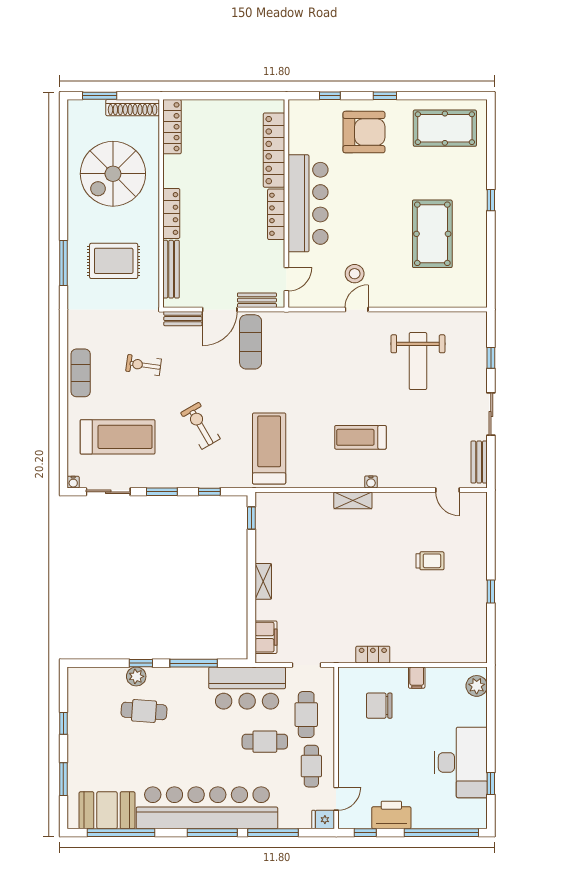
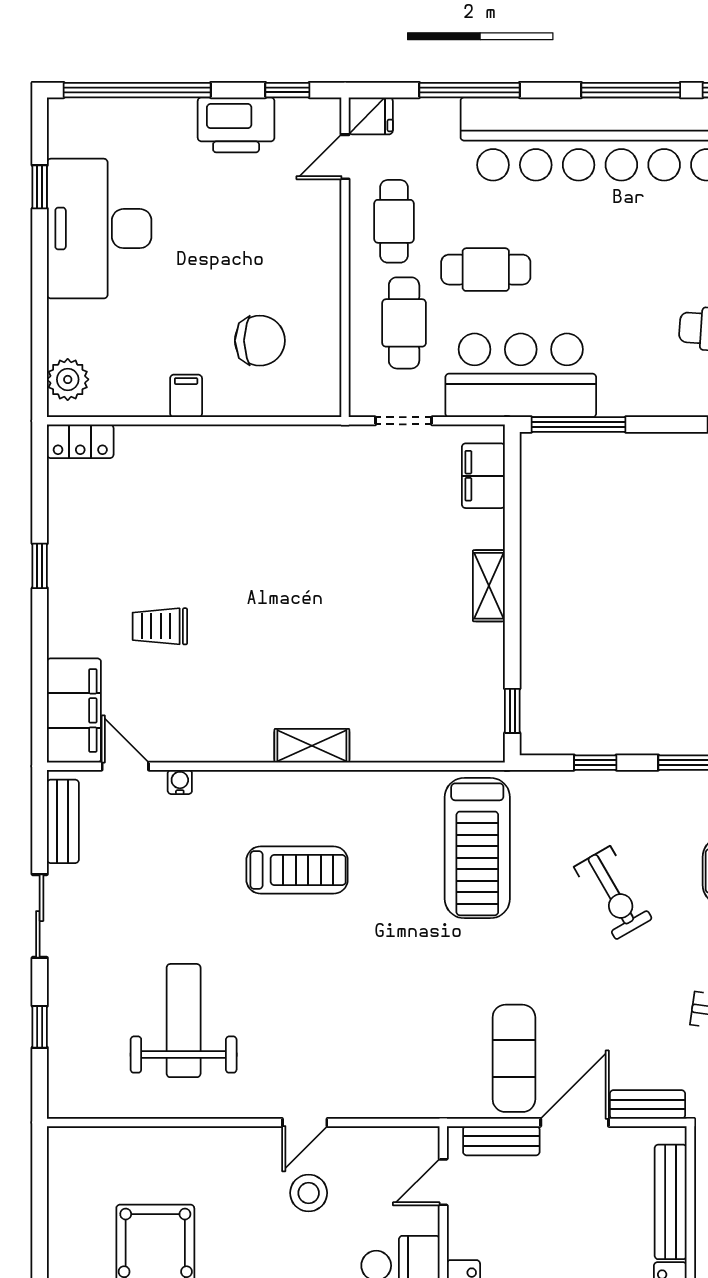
water cooler: (371, 482) -> (180, 782), moved
filing cabinet: (474, 518) -> (74, 710), added
locker: (373, 655) -> (80, 441), moved
window: (194, 663) -> (579, 424), moved
window: (212, 833) -> (631, 90), moved

